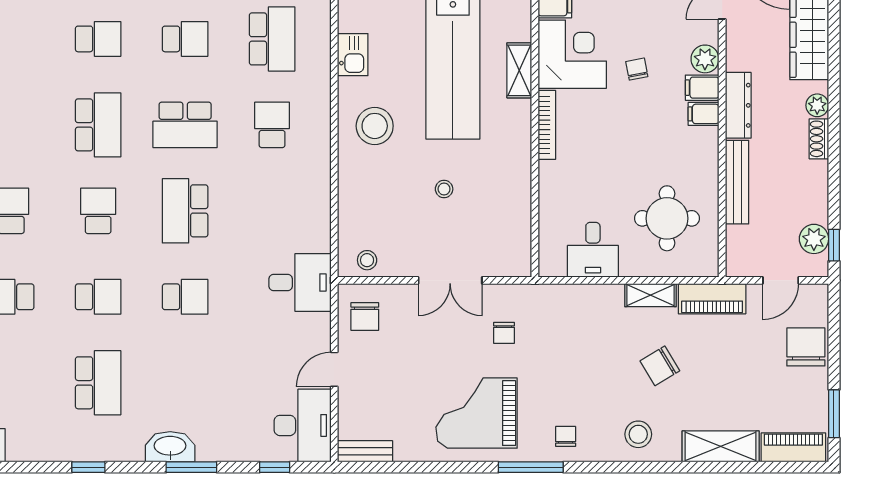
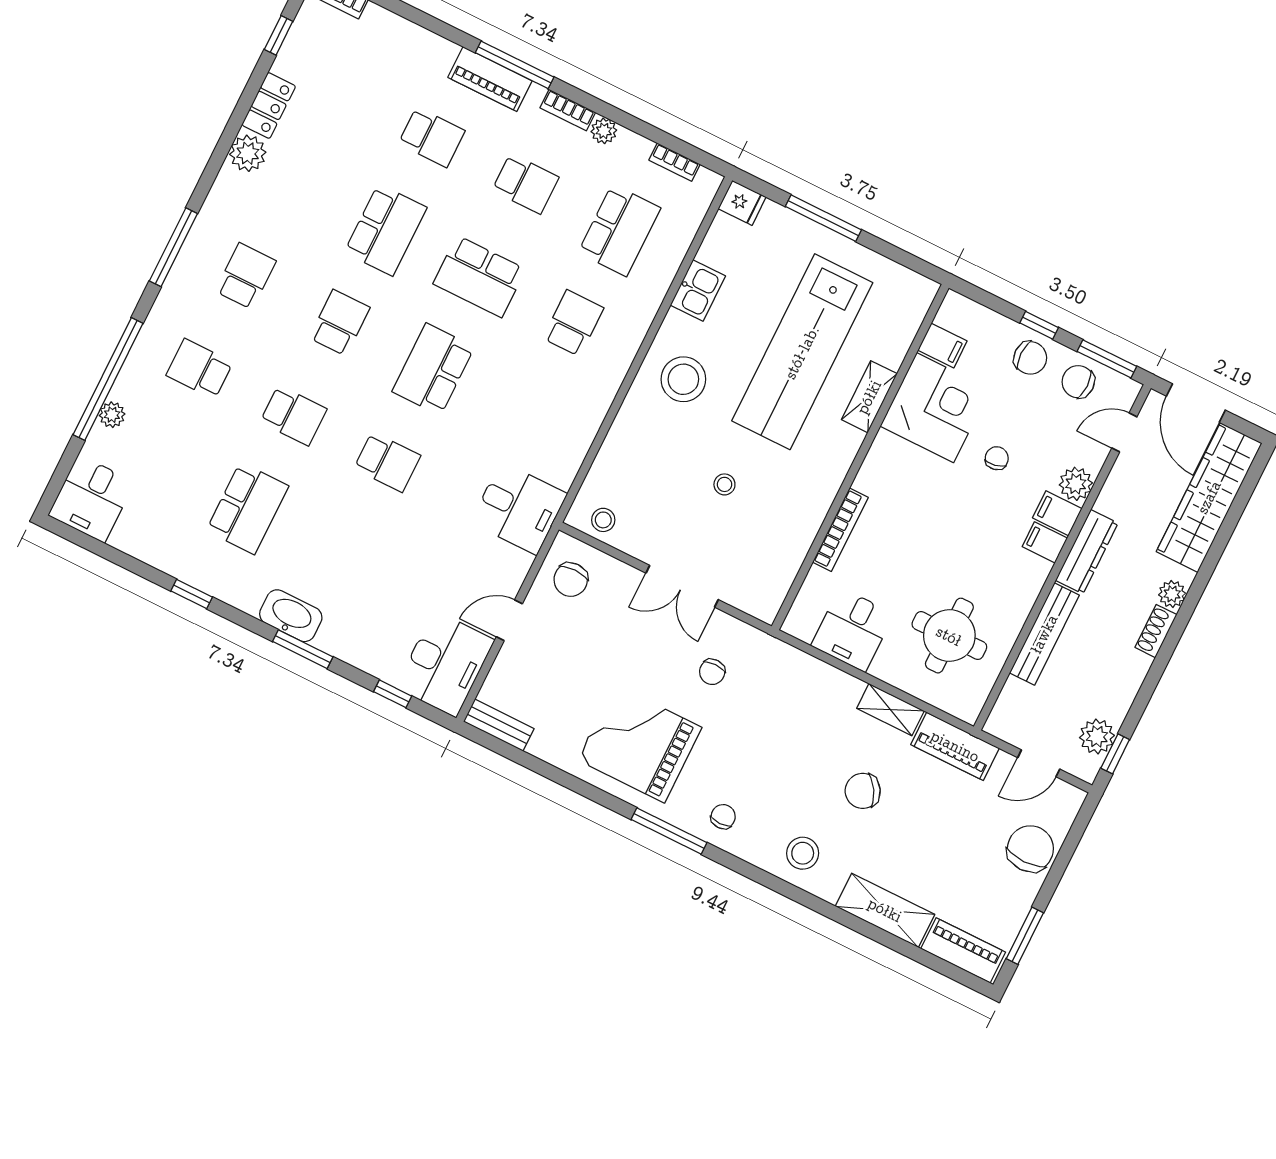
bookcase: (547, 125) -> (840, 530), moved

